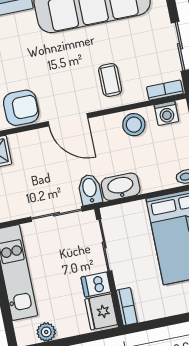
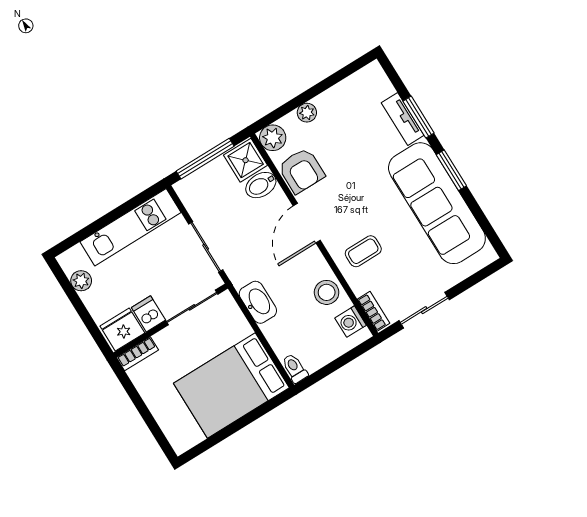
bidet: (90, 190) -> (261, 185), moved, turned 180

